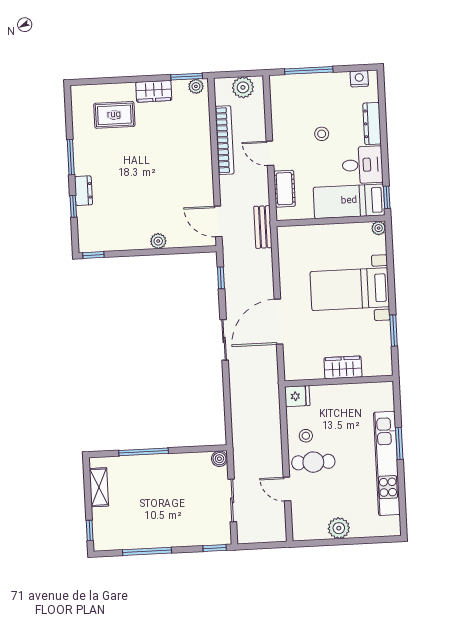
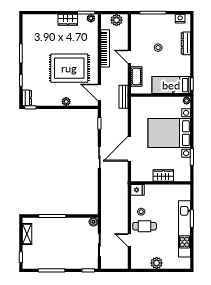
rug: (114, 115) -> (69, 68), moved, width x1.86, depth x2.06
desk: (362, 165) -> (180, 66), removed
dresser: (84, 191) -> (27, 98), moved
bed with nightstands: (350, 289) -> (169, 133), width x1.36

